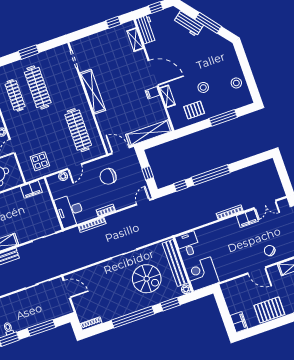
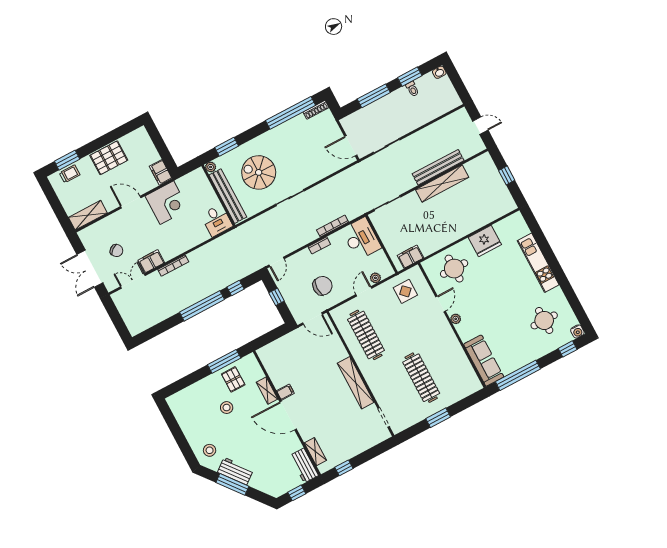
workbench: (188, 24) -> (235, 471), moved
stool: (236, 83) -> (210, 450), moved
clothes rail: (15, 95) -> (446, 364), removed
pallet: (194, 110) -> (233, 379), turned 90
window: (223, 118) -> (224, 361), moved
shelving: (149, 133) -> (282, 344), removed
chair: (270, 251) -> (116, 251), moved
corner desk: (202, 274) -> (167, 203), moved
window: (133, 317) -> (291, 113), moved
filing cabinet: (239, 322) -> (161, 172), moved

